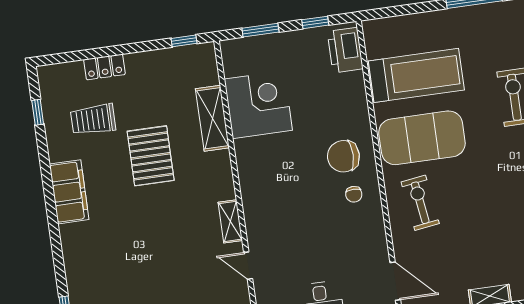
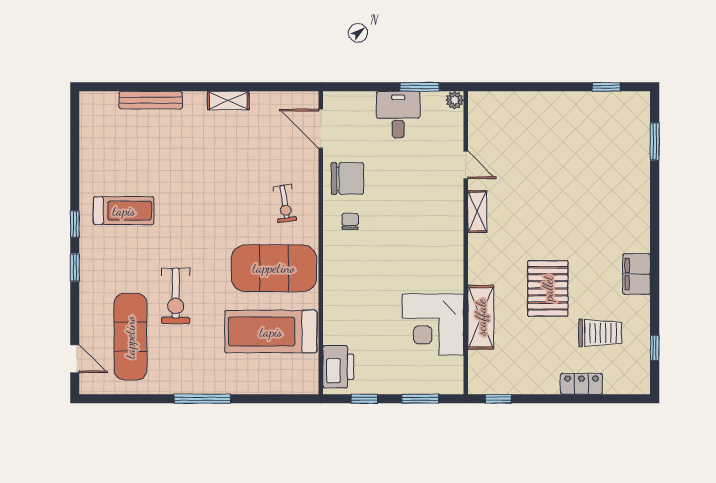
chair: (343, 156) -> (347, 178), moved
filing cabinet: (69, 192) -> (637, 274), width x0.67, depth x0.86
exercise bike: (420, 203) -> (285, 204), width x0.73, depth x0.72

